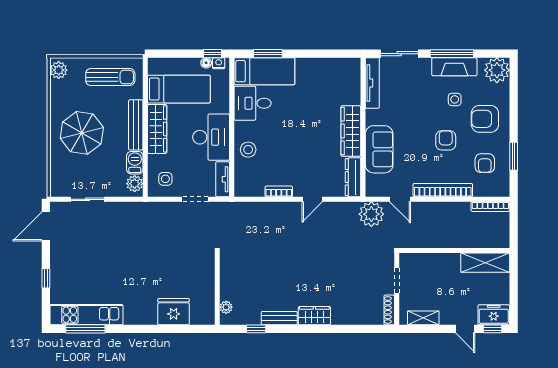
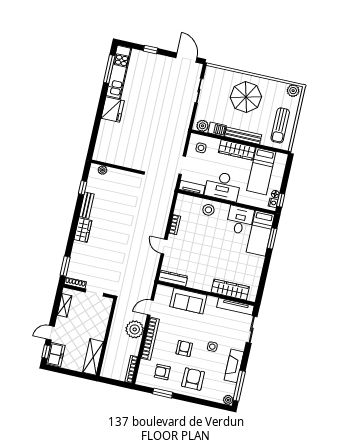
window: (452, 54) -> (239, 386), moved
plant: (497, 70) -> (228, 400), width x0.53, depth x0.53
side table: (455, 99) -> (212, 347), moved
wardrobe: (351, 131) -> (230, 290), moved
armchair: (446, 140) -> (184, 348), turned -90
plant: (371, 214) -> (135, 329), moved
fridge: (174, 312) -> (113, 110), moved
window: (369, 329) -> (65, 266), added

